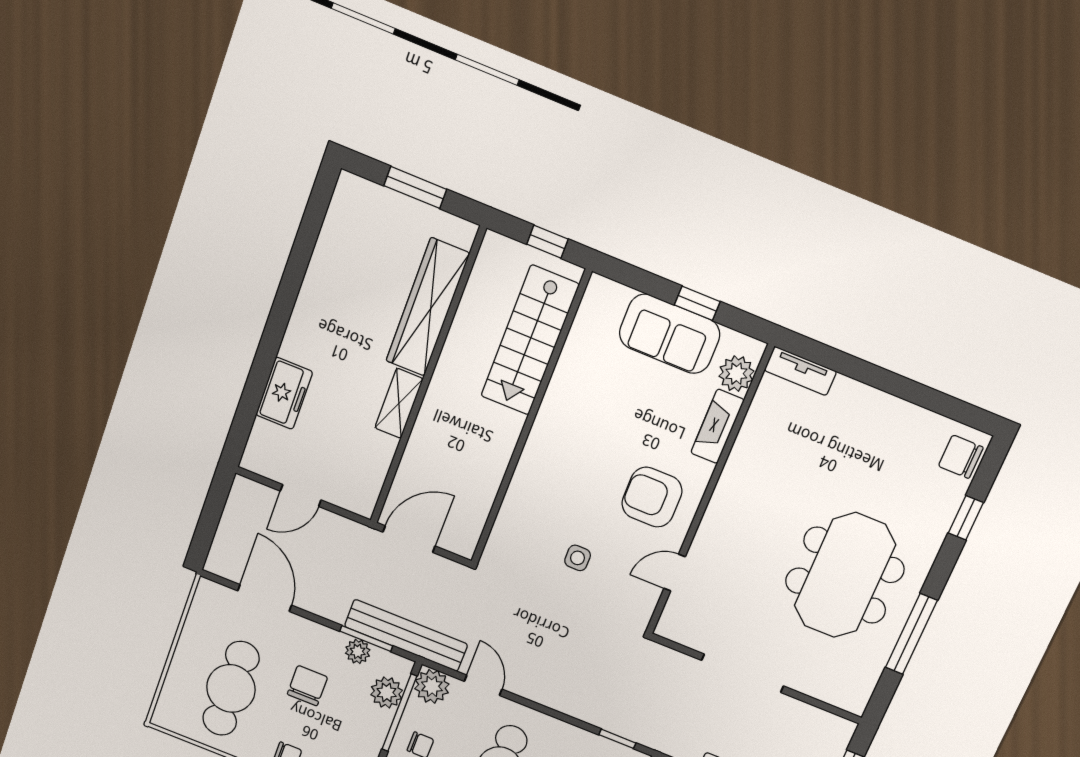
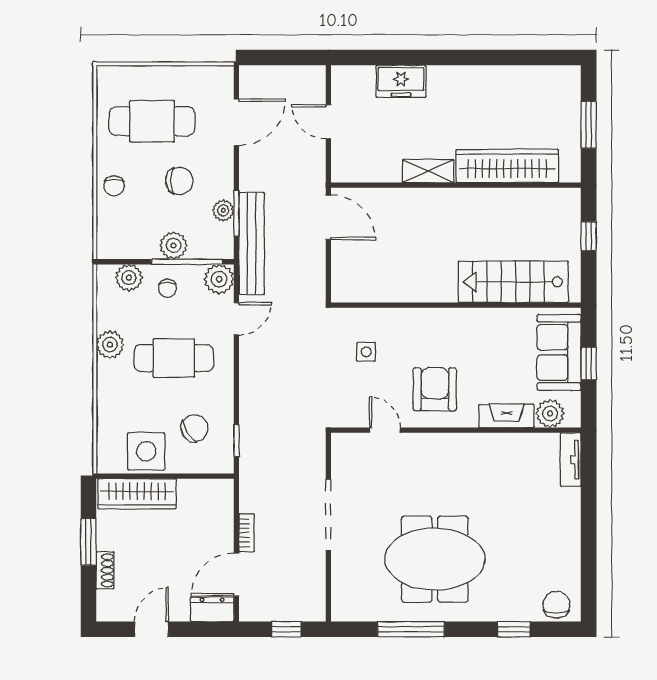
stairs: (530, 340) -> (513, 282), moved
wall: (530, 419) -> (456, 305), moved
plant: (387, 693) -> (173, 245), moved

